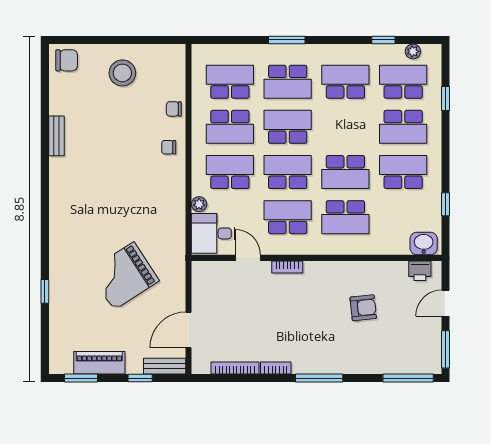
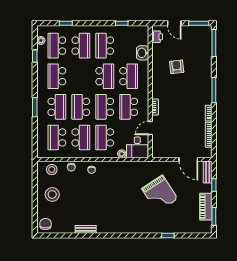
stool: (169, 72) -> (52, 170), added
washbasin: (424, 244) -> (143, 53), moved

